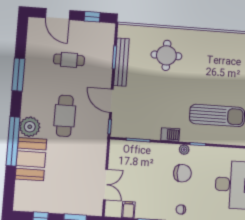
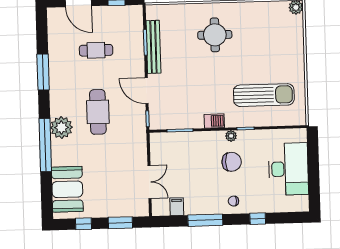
round table: (166, 55) -> (215, 35), moved
booth: (31, 159) -> (67, 189), moved

